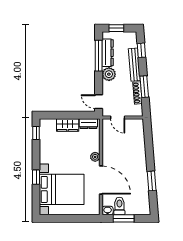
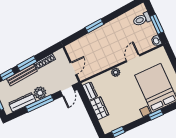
window: (99, 56) -> (40, 103), moved
window: (144, 87) -> (27, 63), moved
door: (101, 180) -> (133, 58), width x0.53
window: (152, 181) -> (94, 26), moved
toilet: (119, 206) -> (142, 19), moved

